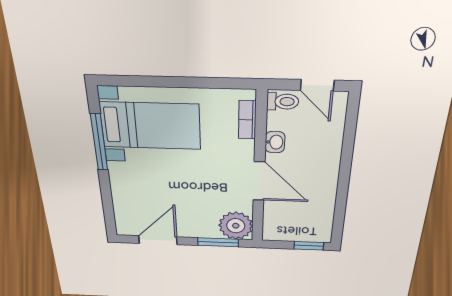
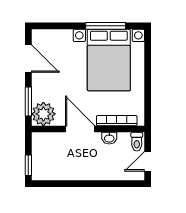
bookcase: (247, 120) -> (117, 121), width x1.56
bed with nightstands: (150, 126) -> (109, 60), width x1.36
door: (259, 181) -> (80, 129), swing flipped

